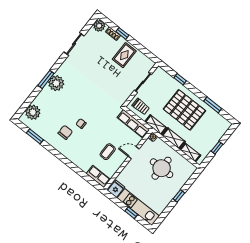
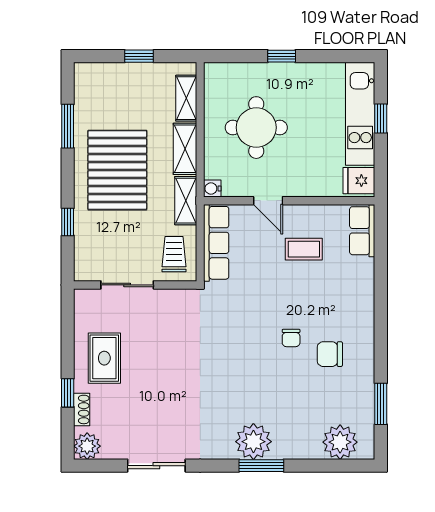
rug: (124, 55) -> (104, 358), turned 90

